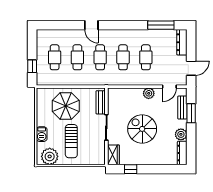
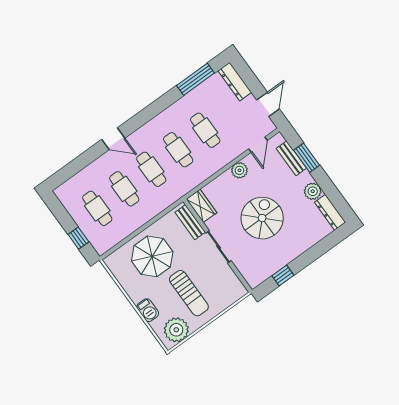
spiral stairs: (142, 129) -> (262, 218), turned 90
wardrobe: (113, 155) -> (202, 206), moved

